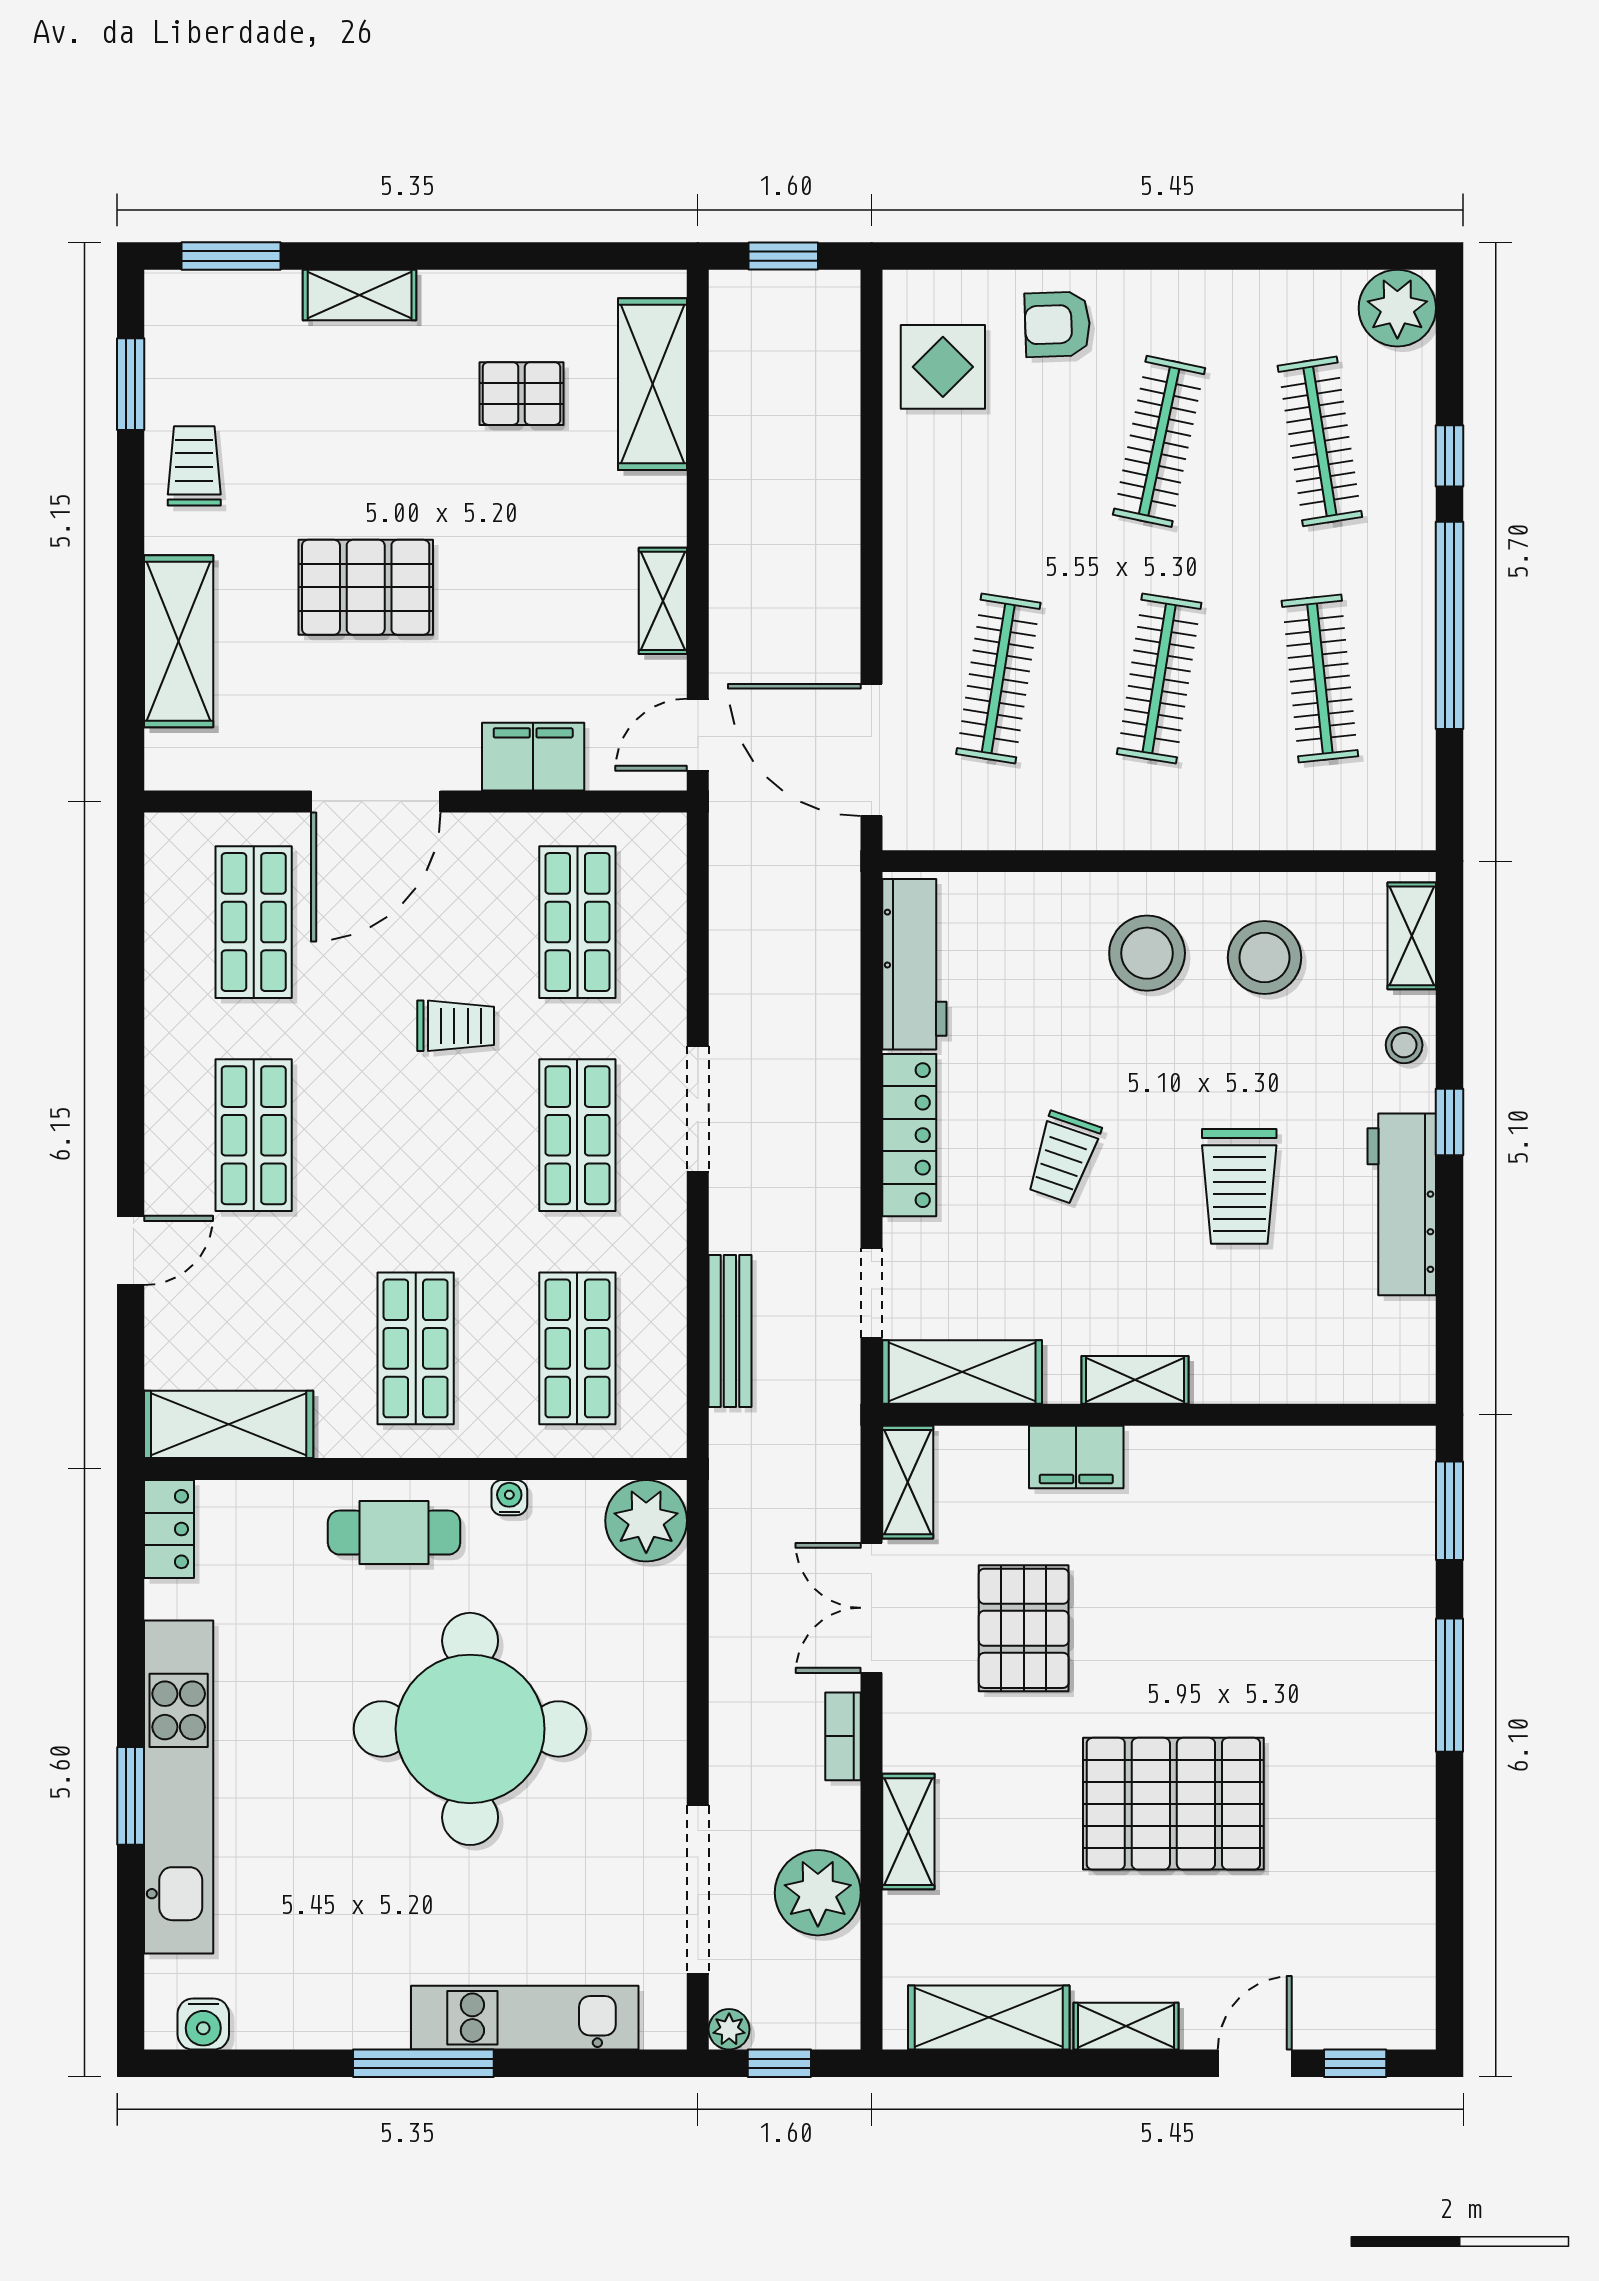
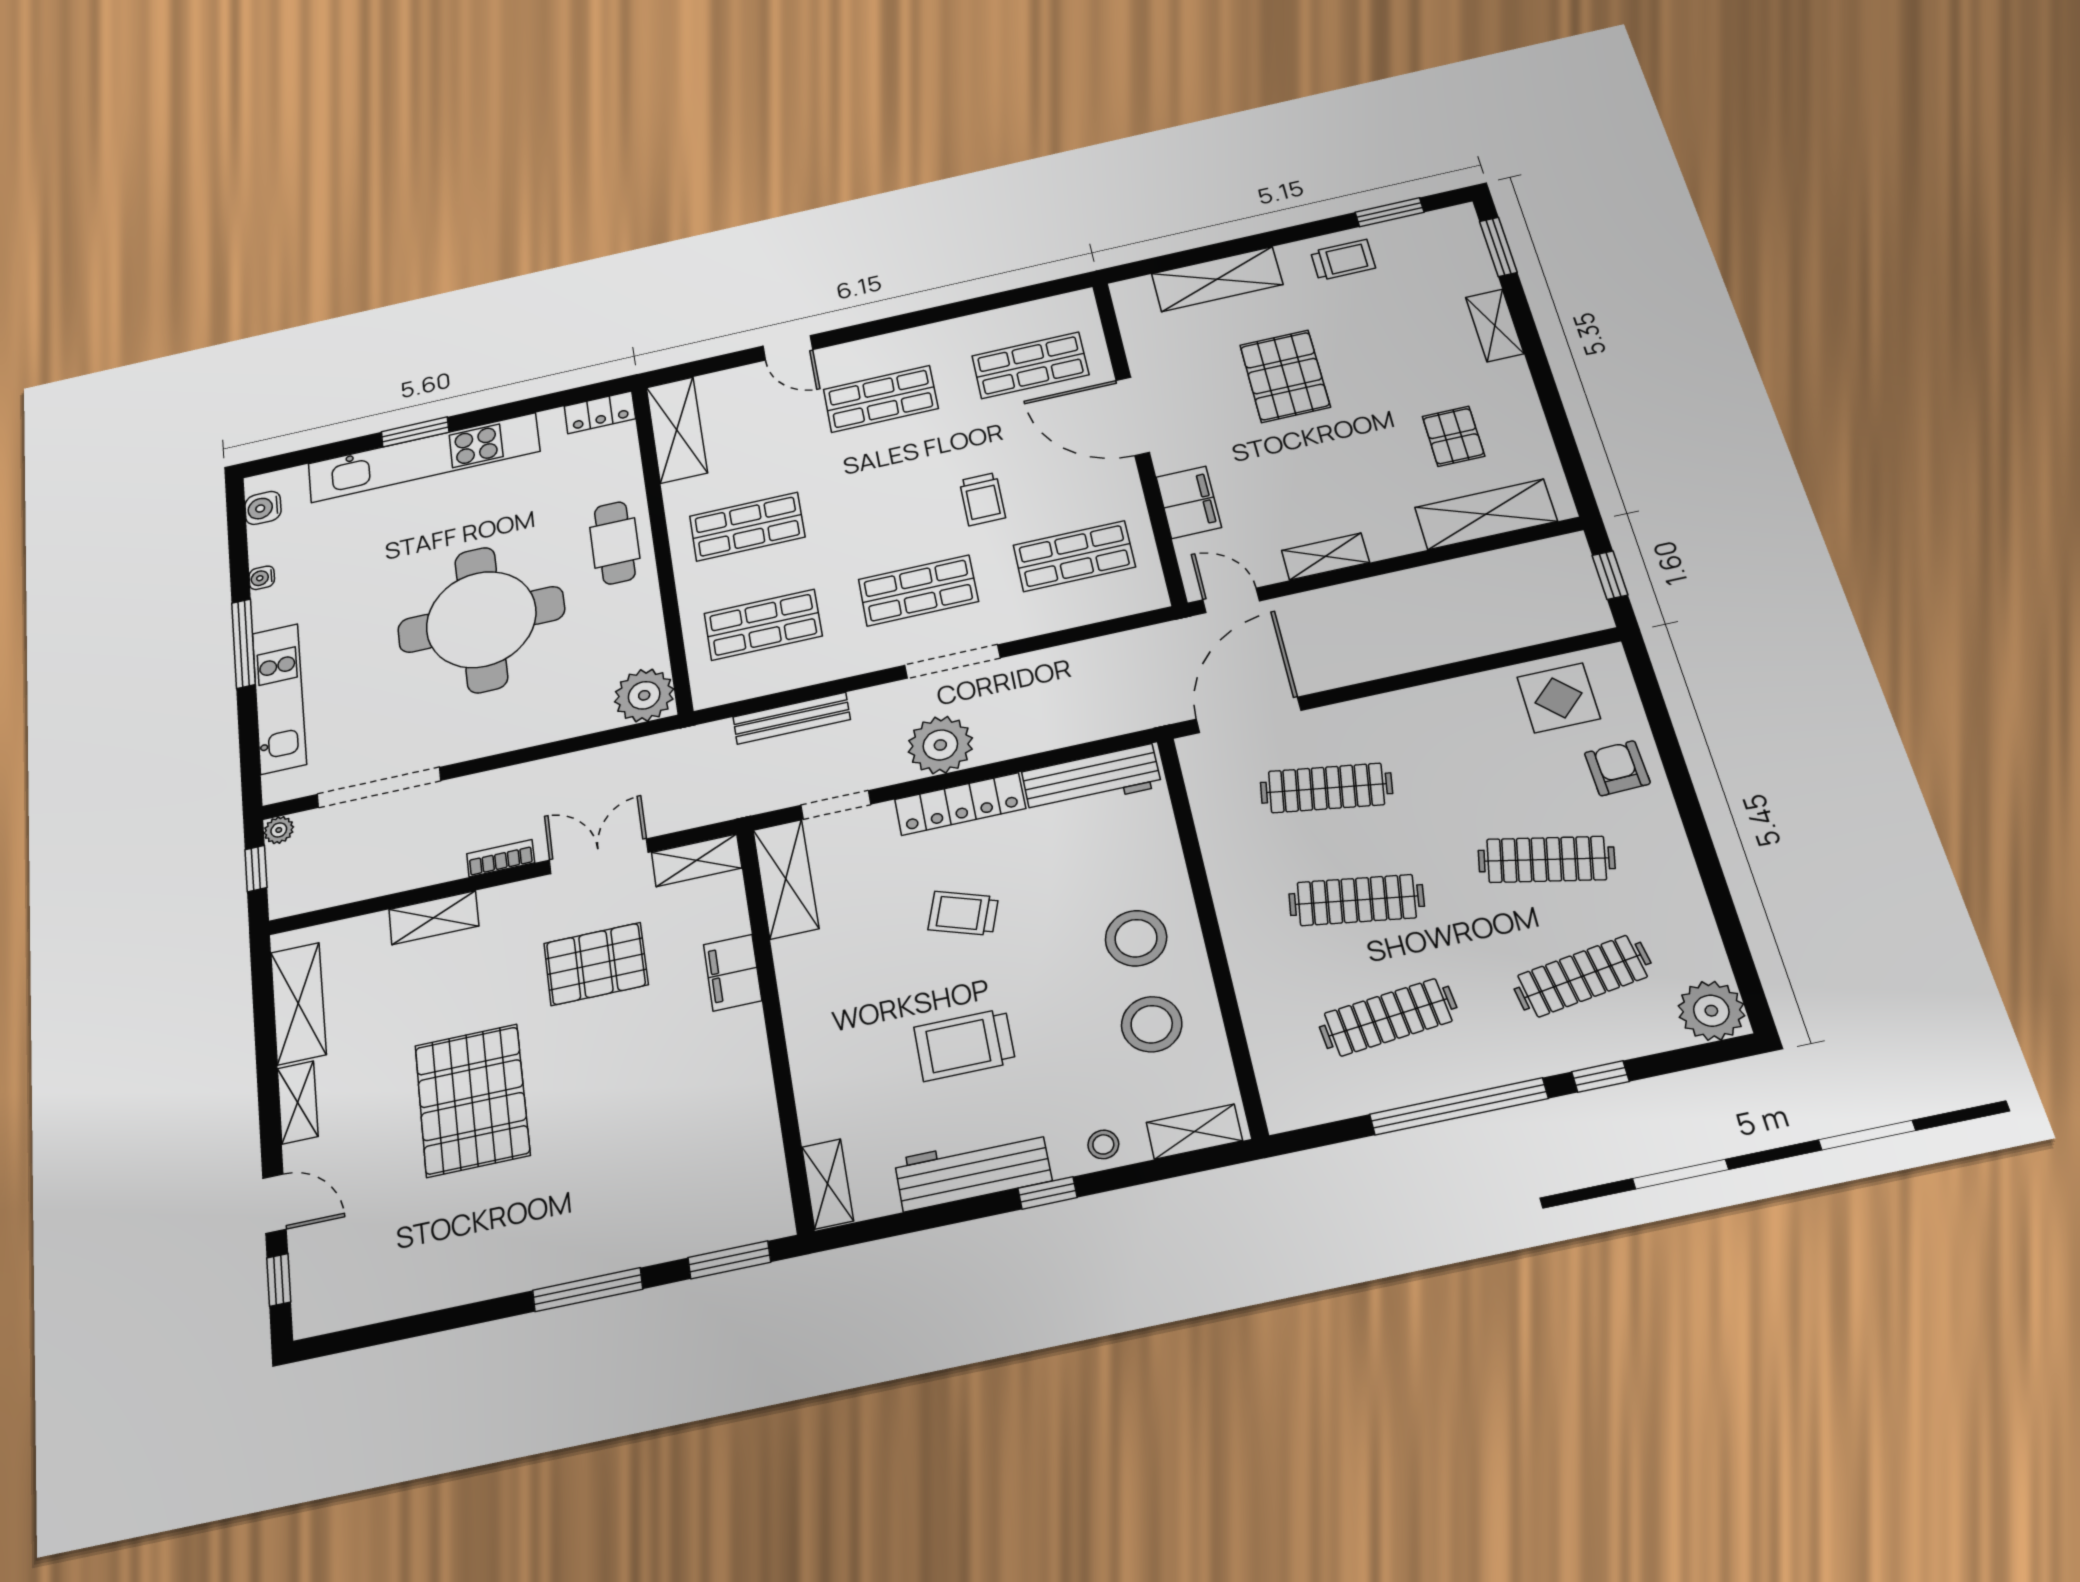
shelving: (1135, 1380) -> (828, 1184), moved
water cooler: (509, 1498) -> (262, 578), moved, turned 180
plant: (818, 1893) -> (940, 745), moved

